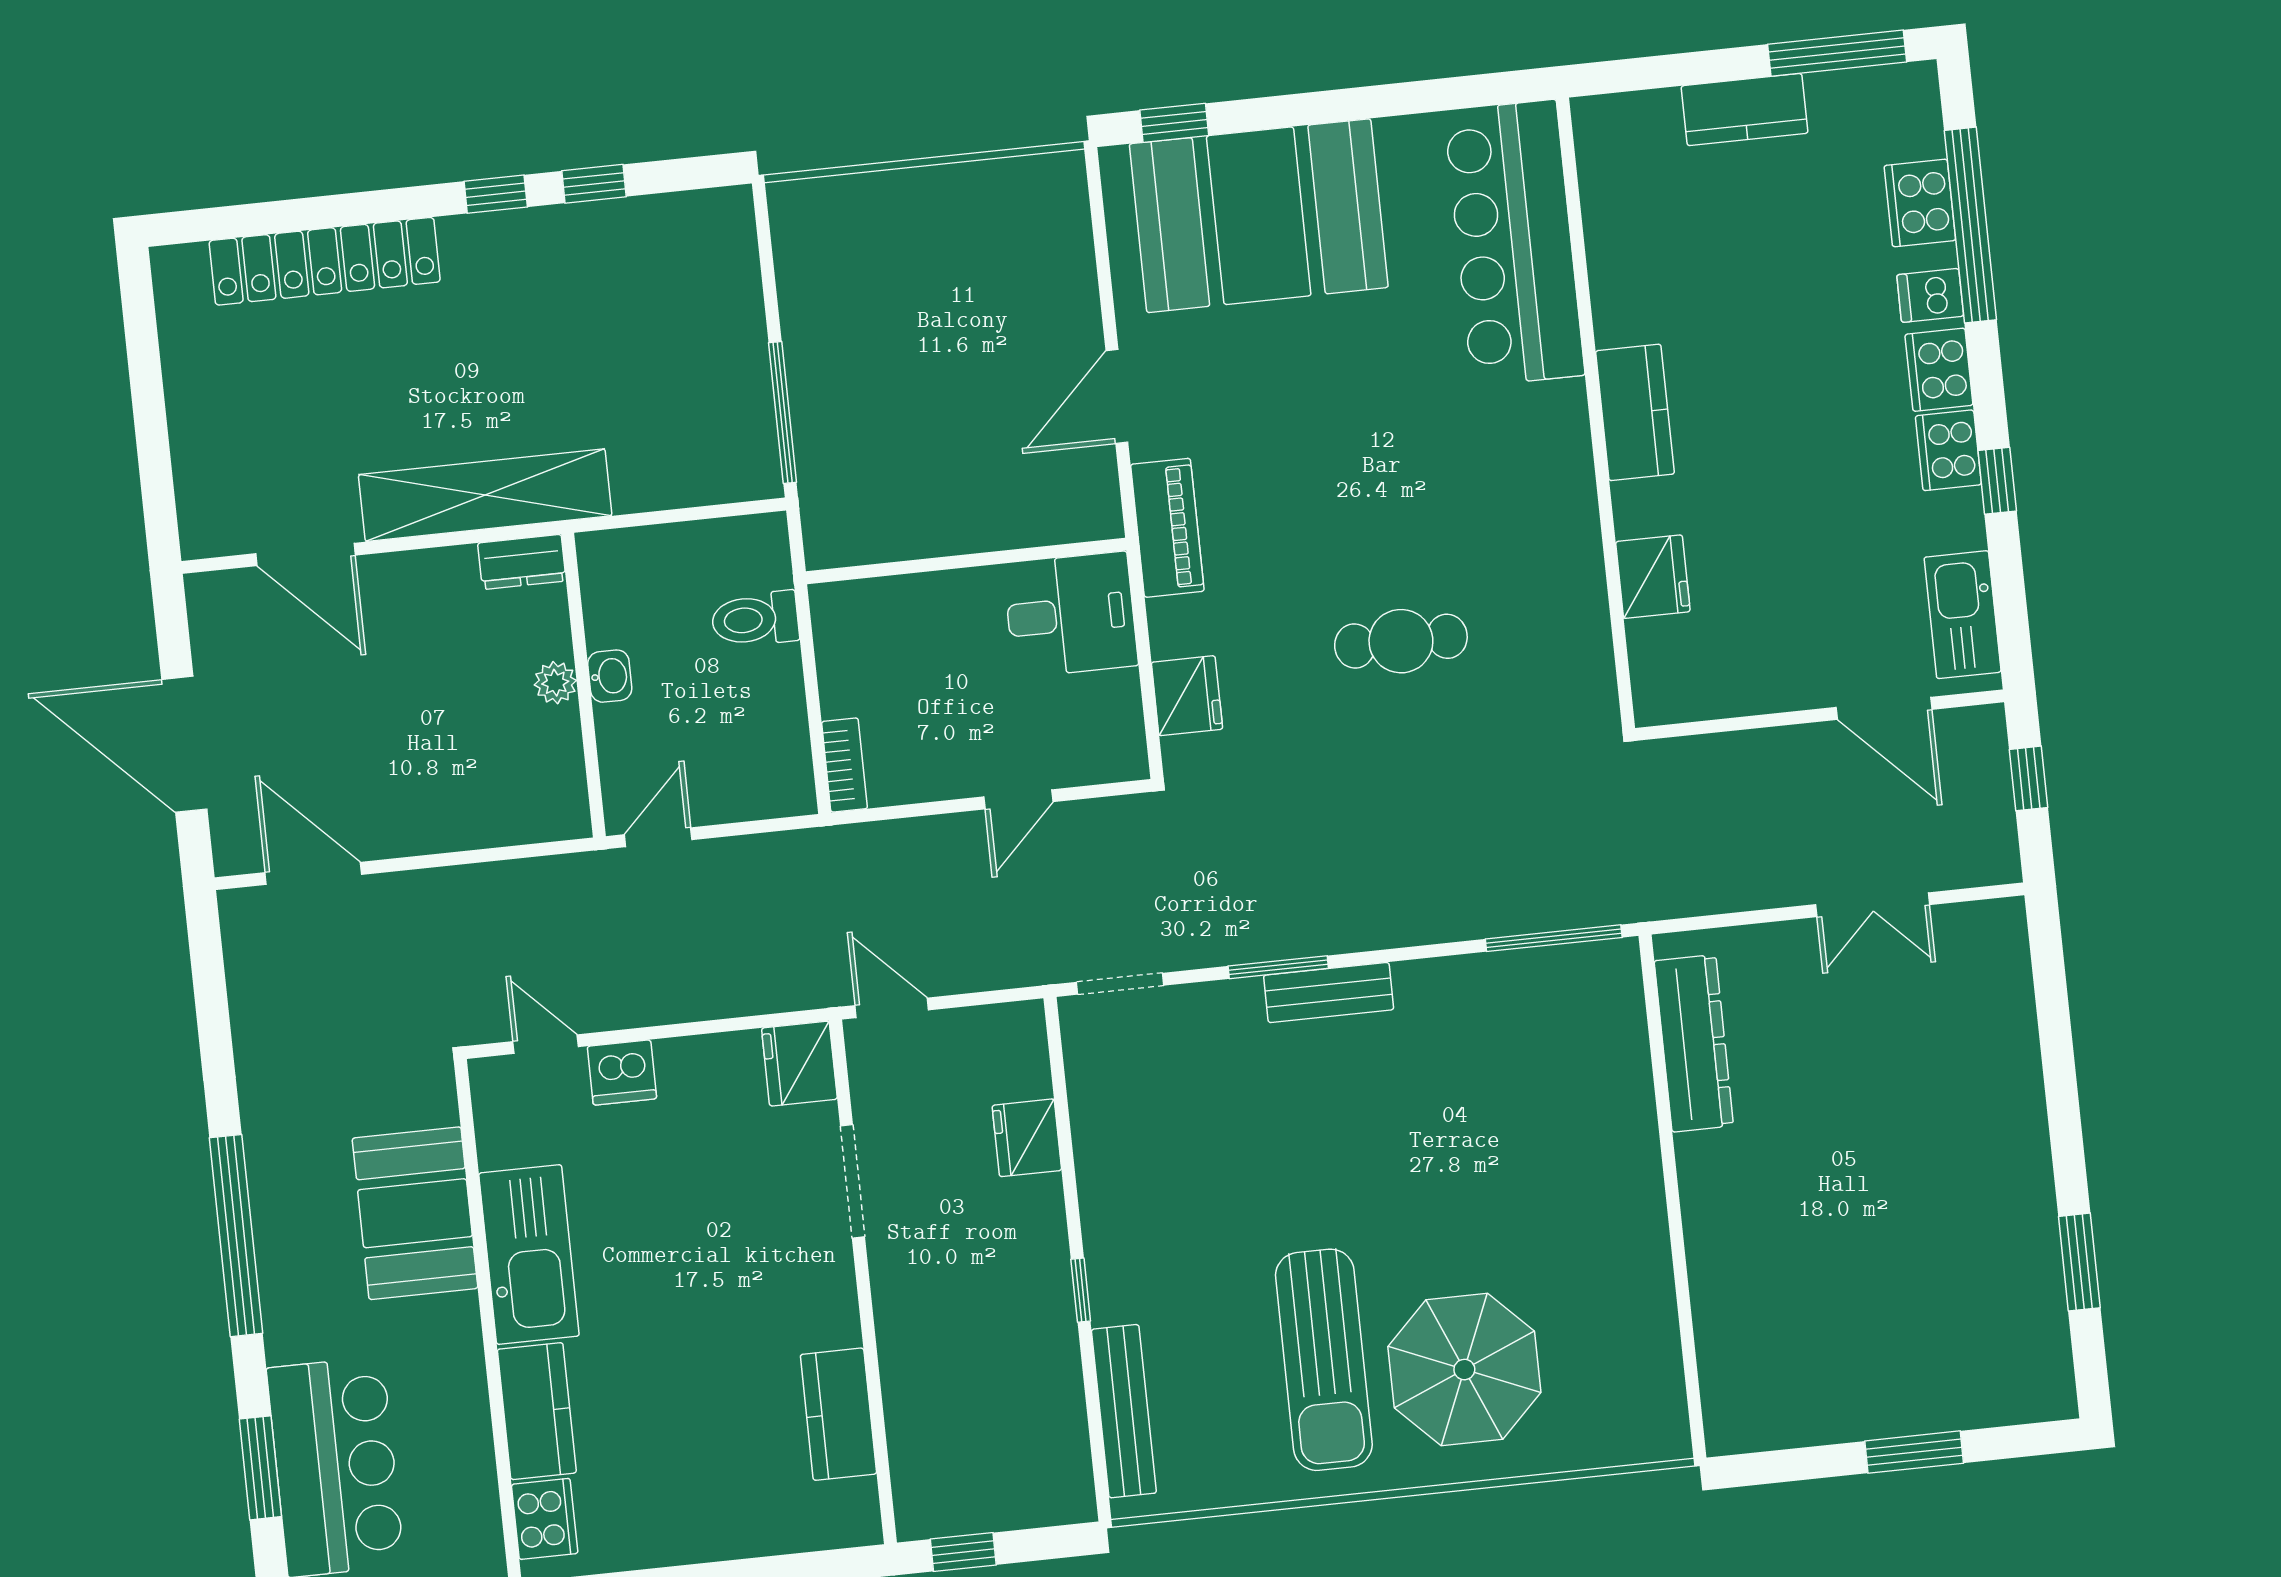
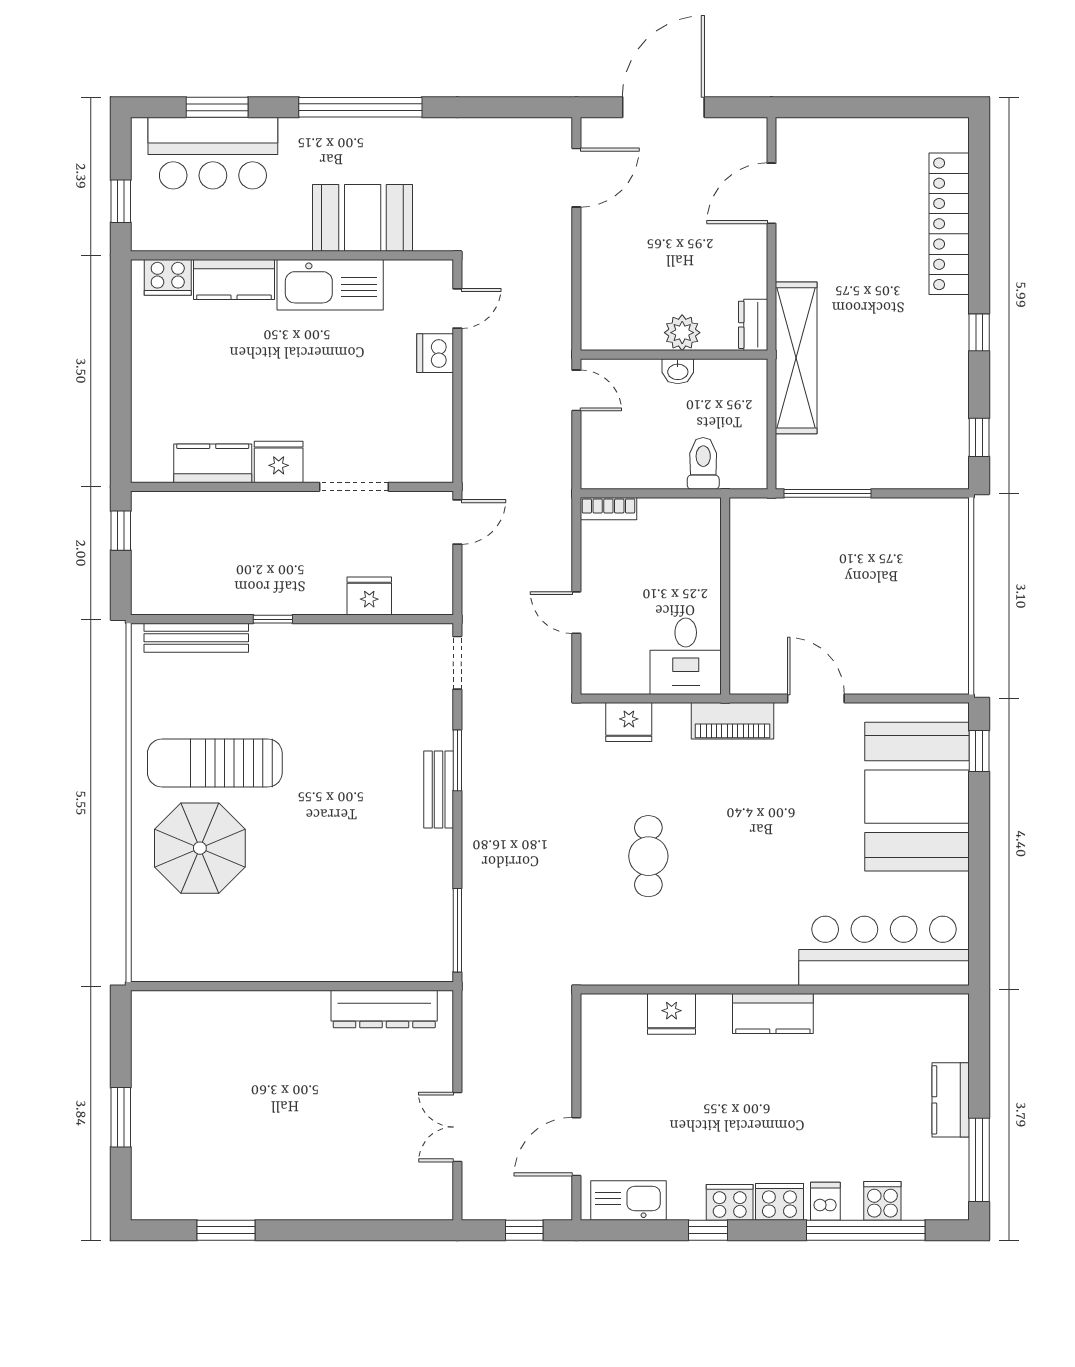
window: (594, 184) -> (979, 437), moved
cooker: (1920, 203) -> (882, 1201), width x0.73
shelving: (485, 495) -> (796, 358), moved
plant: (555, 683) -> (682, 333), width x1.38, depth x1.38
fridge: (799, 1064) -> (279, 462), moved

